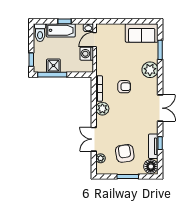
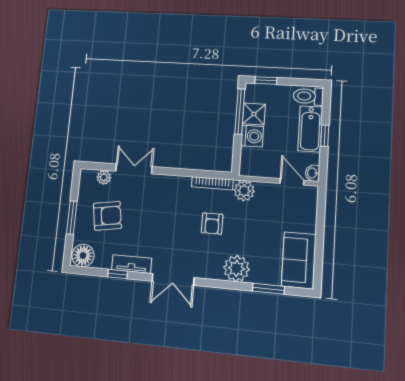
washing machine: (87, 54) -> (252, 136), moved, turned 90
plant: (102, 109) -> (244, 191), moved
tv unit: (153, 146) -> (132, 264), moved

